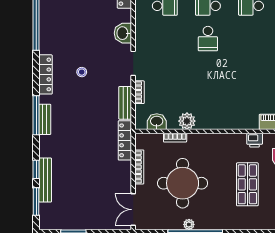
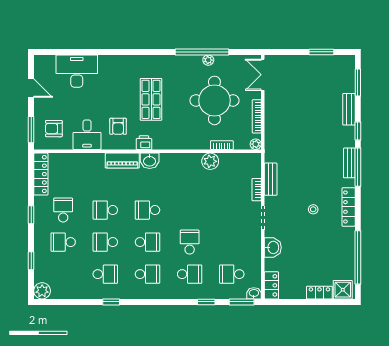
school desk: (251, 39) -> (147, 242), added
school desk: (251, 71) -> (147, 210), added
washbasin: (157, 122) -> (150, 161), moved
plant: (140, 139) -> (256, 144), added
locker: (125, 140) -> (271, 142), removed
window: (36, 169) -> (358, 131), moved
bench: (45, 180) -> (349, 109), width x0.73
double door: (133, 210) -> (263, 75), swing flipped

